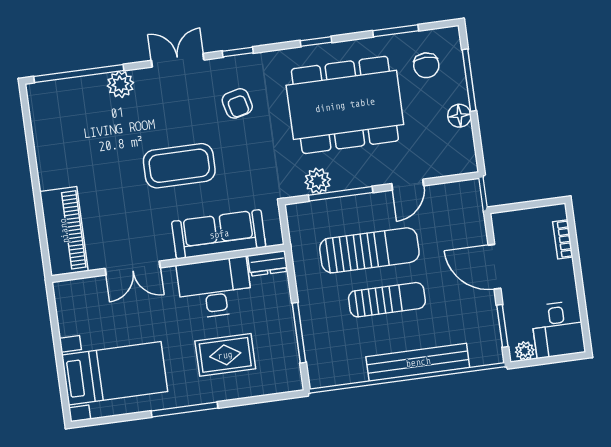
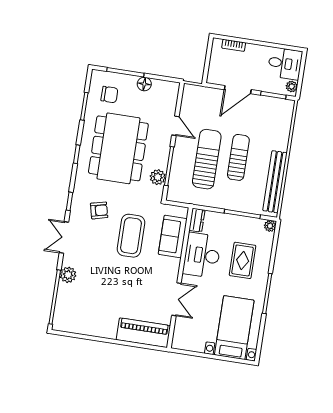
coffee table: (179, 166) -> (131, 236), moved
sofa: (219, 234) -> (173, 236), width x0.73
bench: (418, 362) -> (275, 182), moved
plant: (293, 382) -> (270, 226), added

